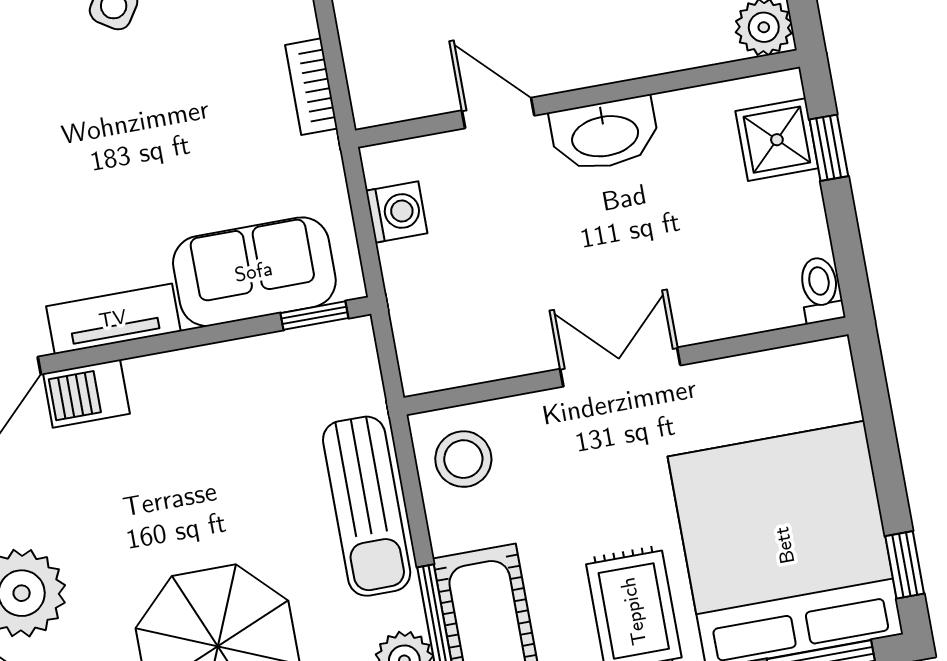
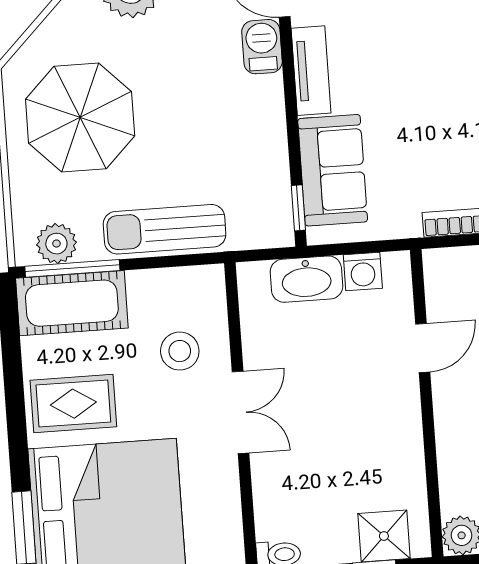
washbasin: (605, 134) -> (306, 279), moved, turned -90
stool: (463, 459) -> (180, 351), moved

